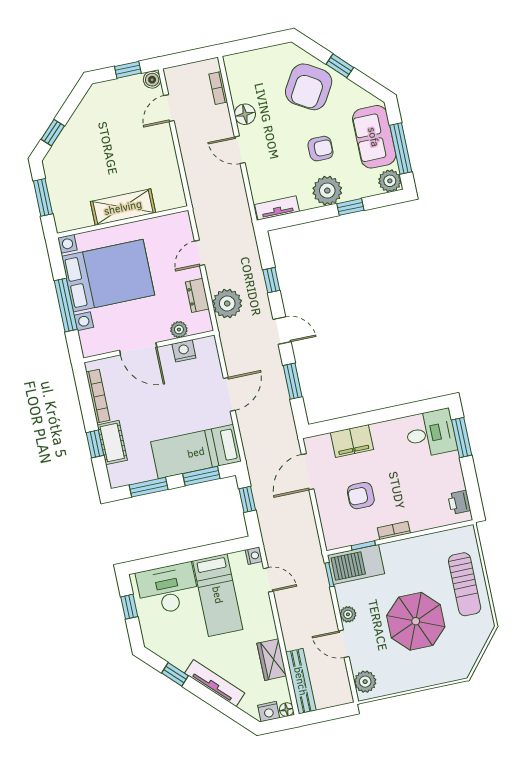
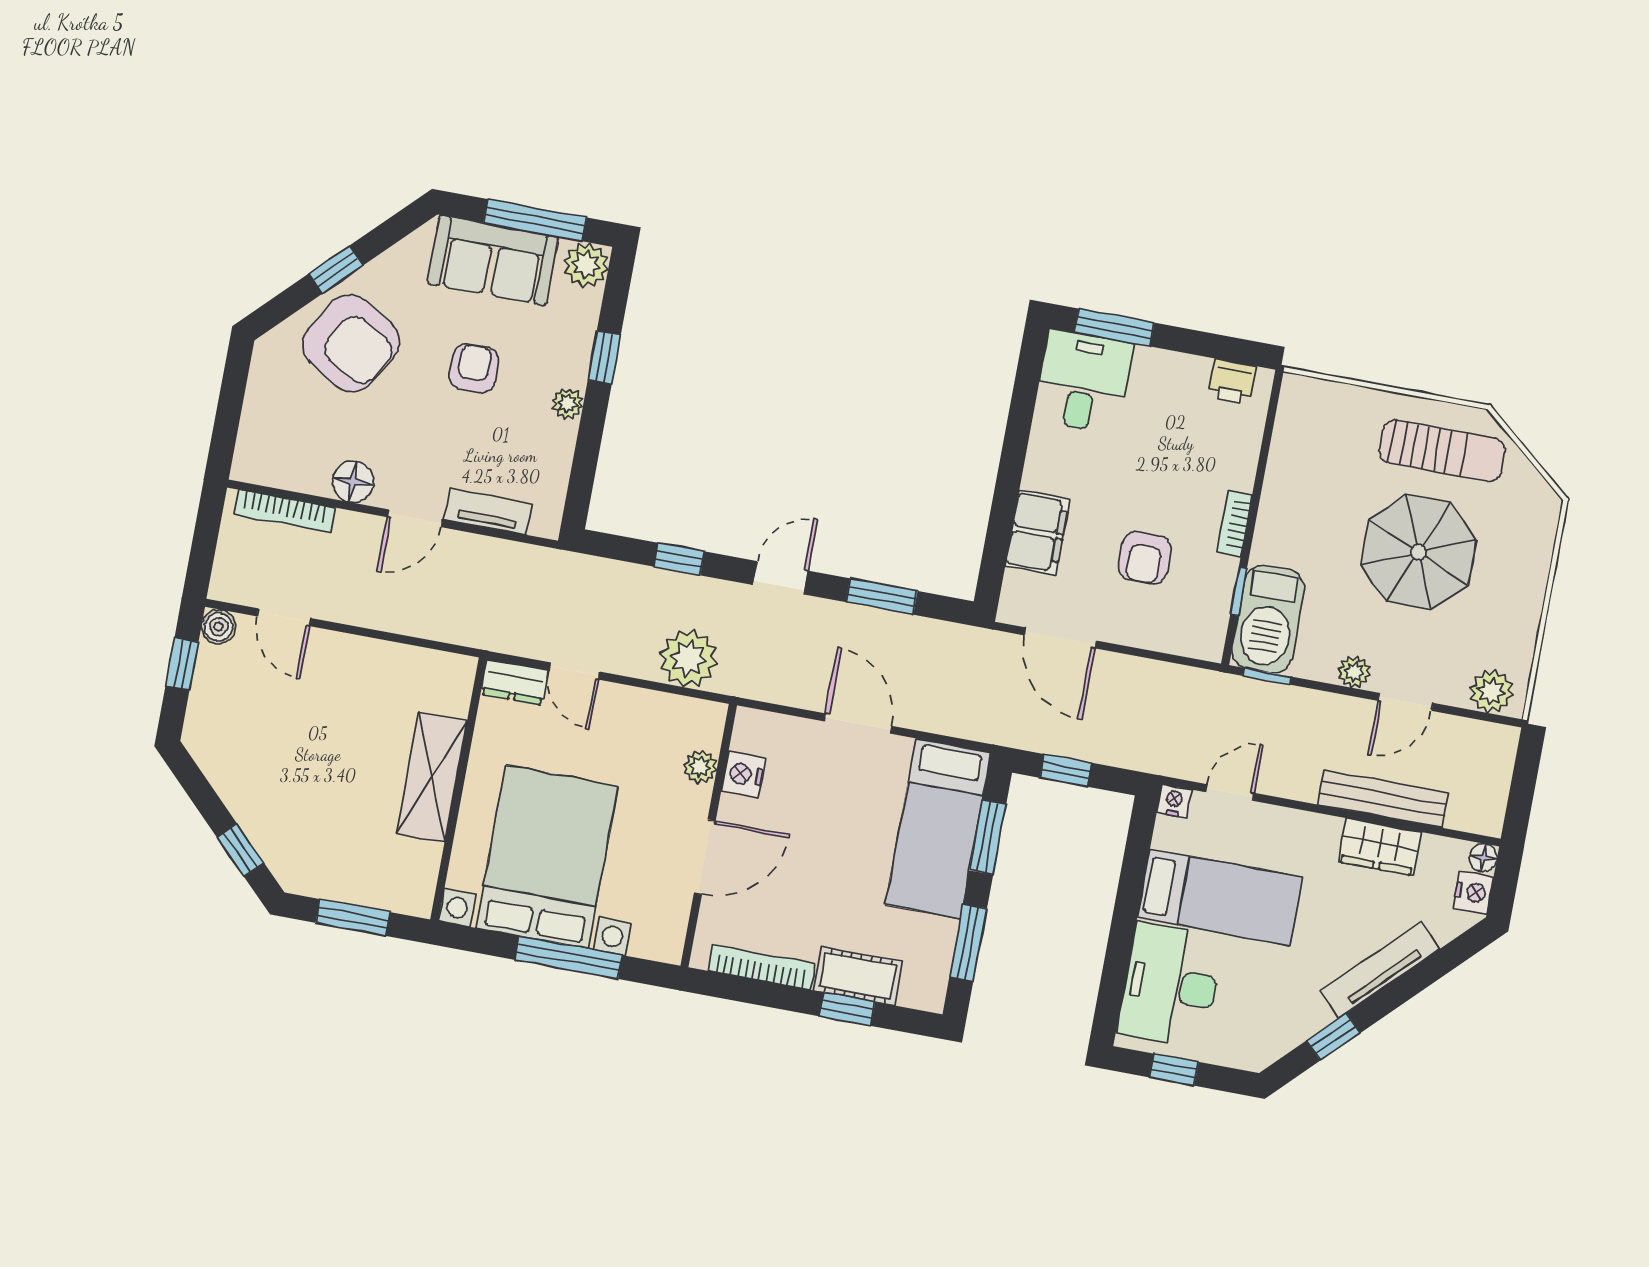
bookcase: (218, 88) -> (284, 511), width x1.56
plant: (327, 191) -> (568, 404), width x0.53, depth x0.53
tv unit: (277, 208) -> (488, 511), moved, turned 90
dresser: (197, 295) -> (515, 682), moved
sun lounger: (465, 584) -> (1442, 451), moved
bench: (301, 681) -> (1383, 799), moved

